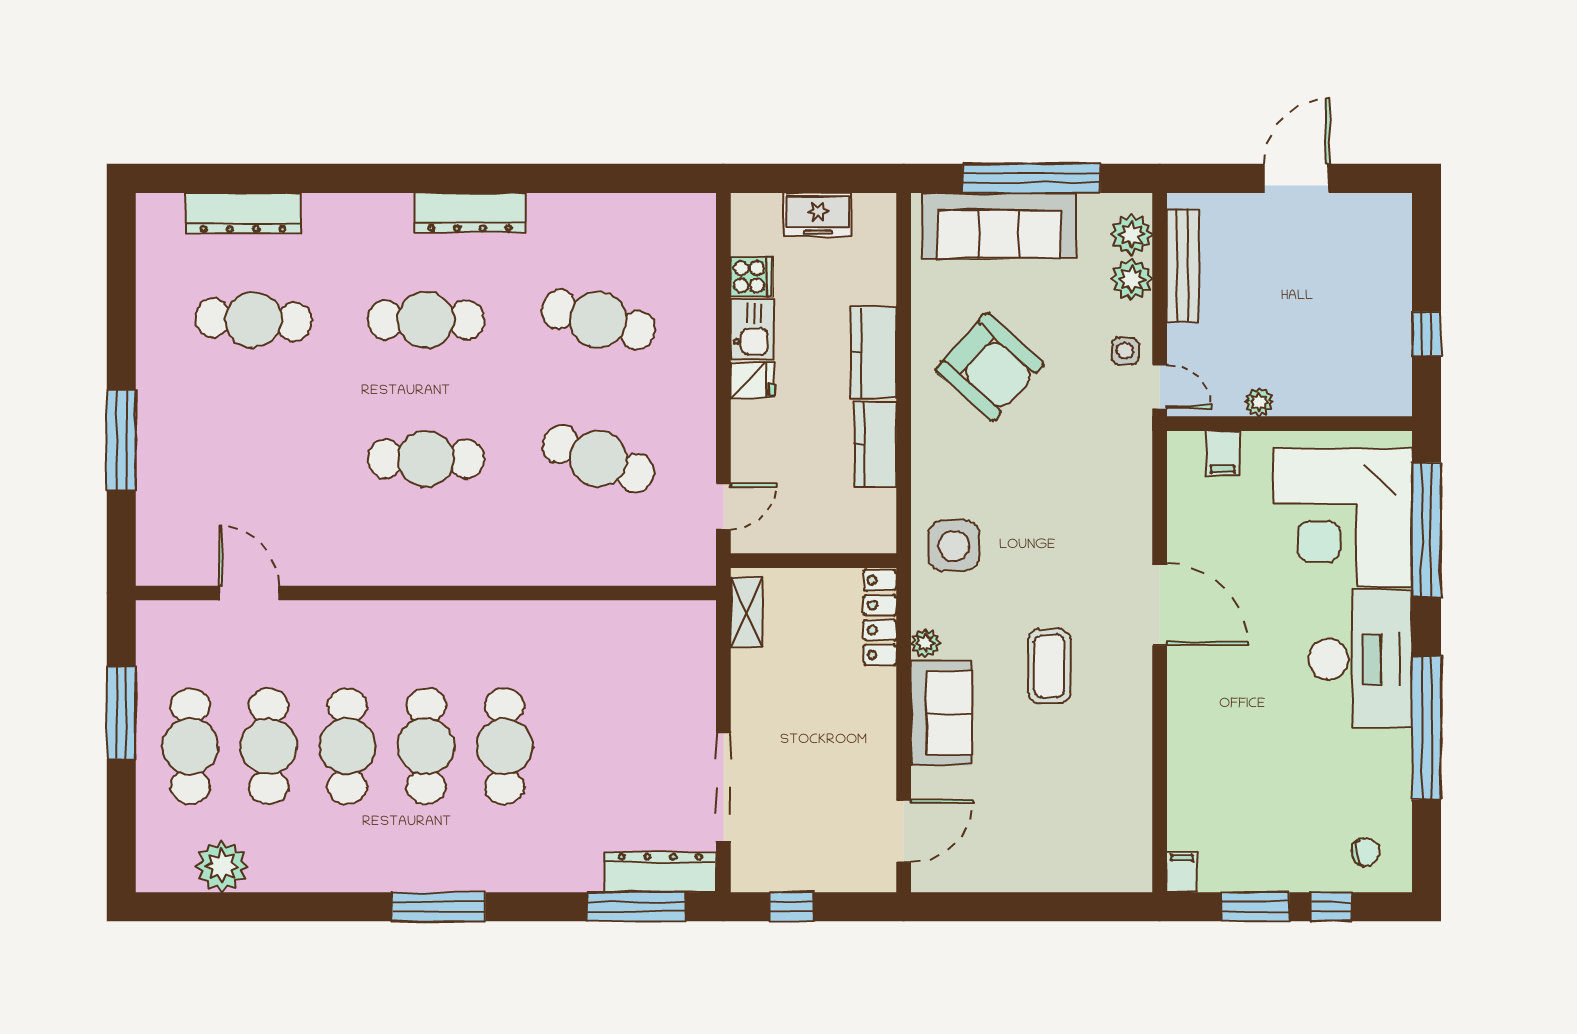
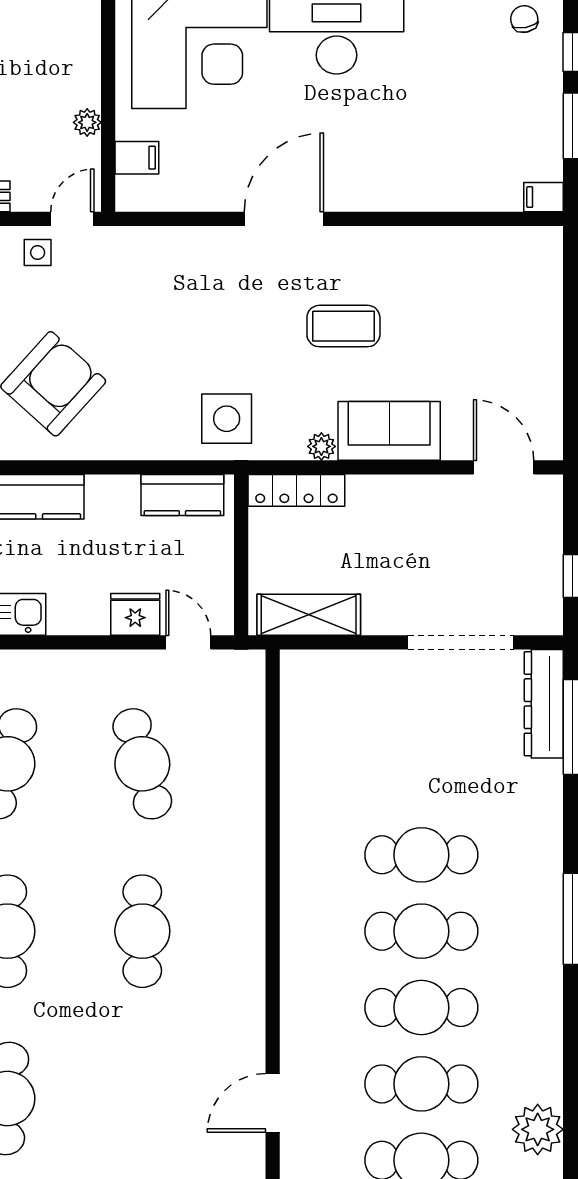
fridge: (752, 380) -> (135, 614), moved, width x1.38
kitchen counter: (875, 444) -> (182, 495), moved
cafe table: (598, 459) -> (142, 764), turned -36
shelving: (747, 612) -> (309, 615), width x1.50, depth x1.33

